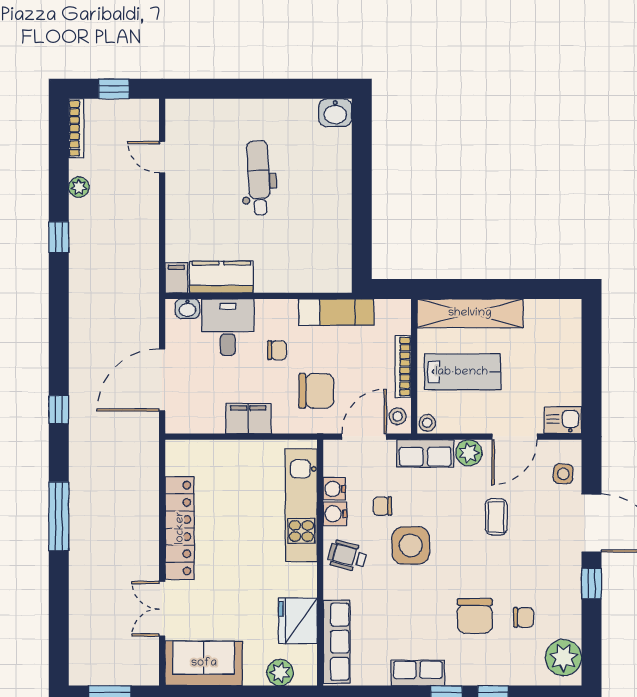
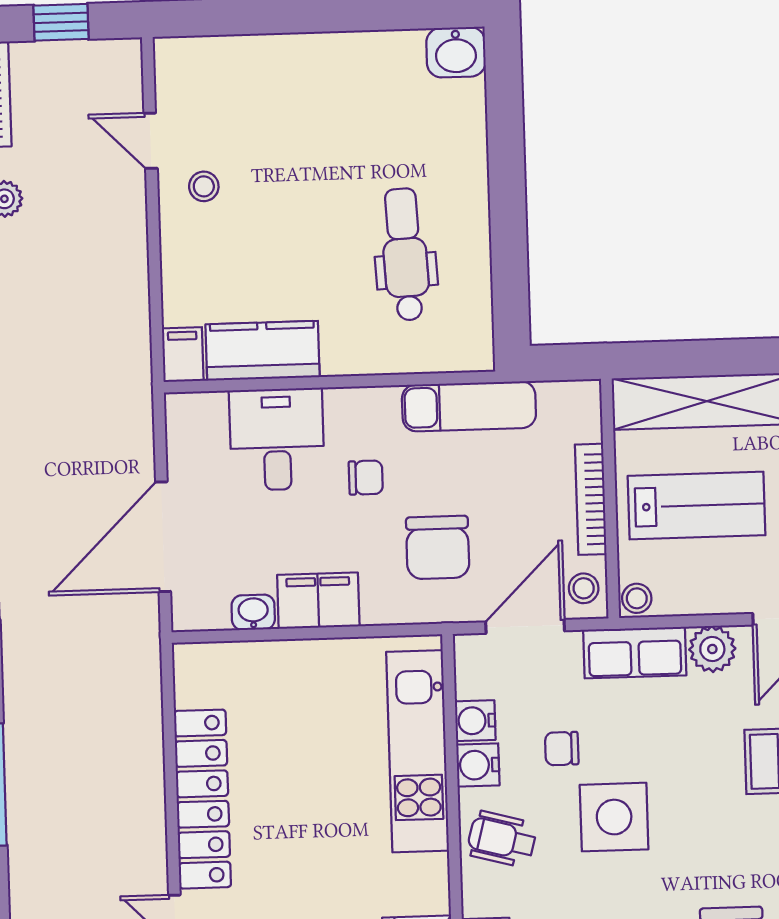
dental chair: (259, 178) -> (405, 254), moved
stool: (191, 184) -> (204, 186), added
washbasin: (187, 309) -> (253, 612), moved, turned 180
chair: (316, 391) -> (438, 548), turned 90

